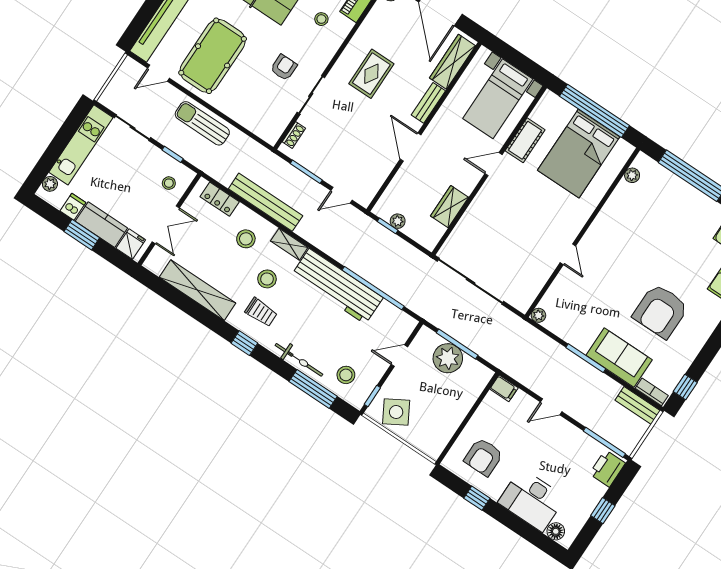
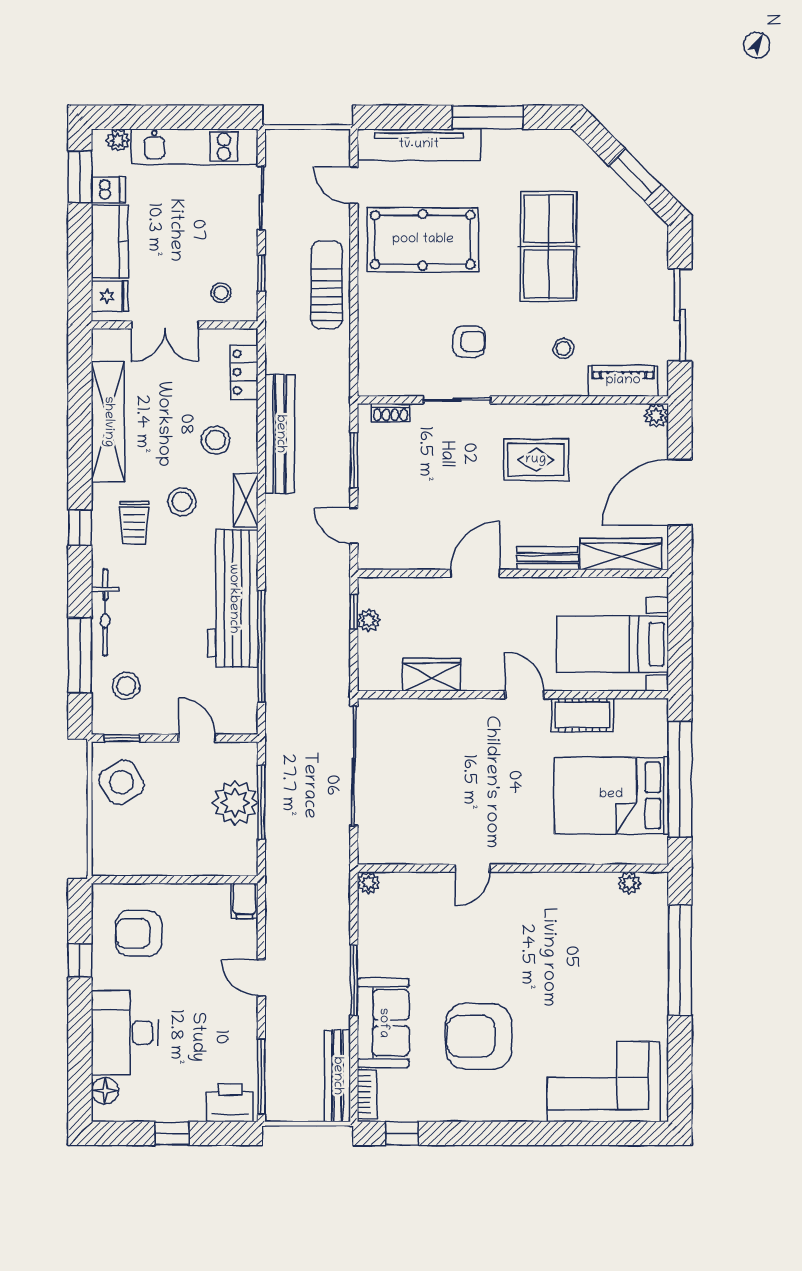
window: (82, 235) -> (80, 177), moved
bench: (638, 405) -> (337, 1076), width x1.36

